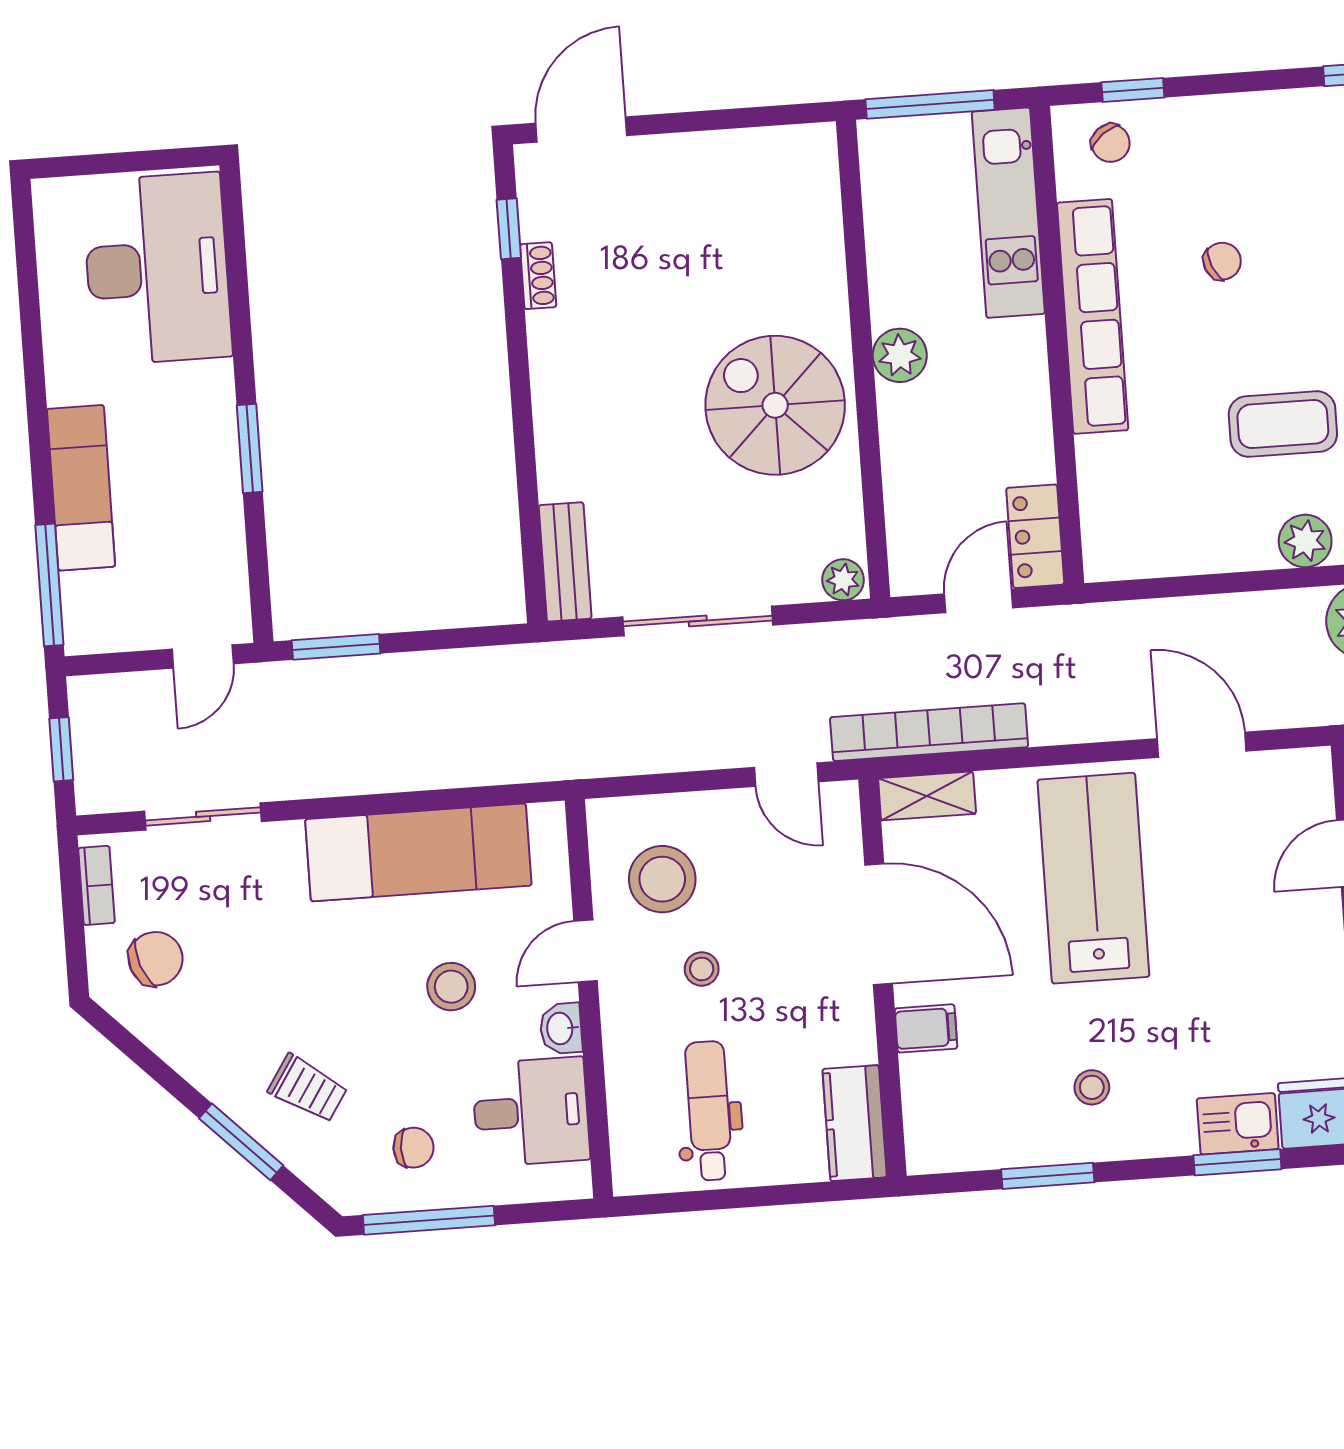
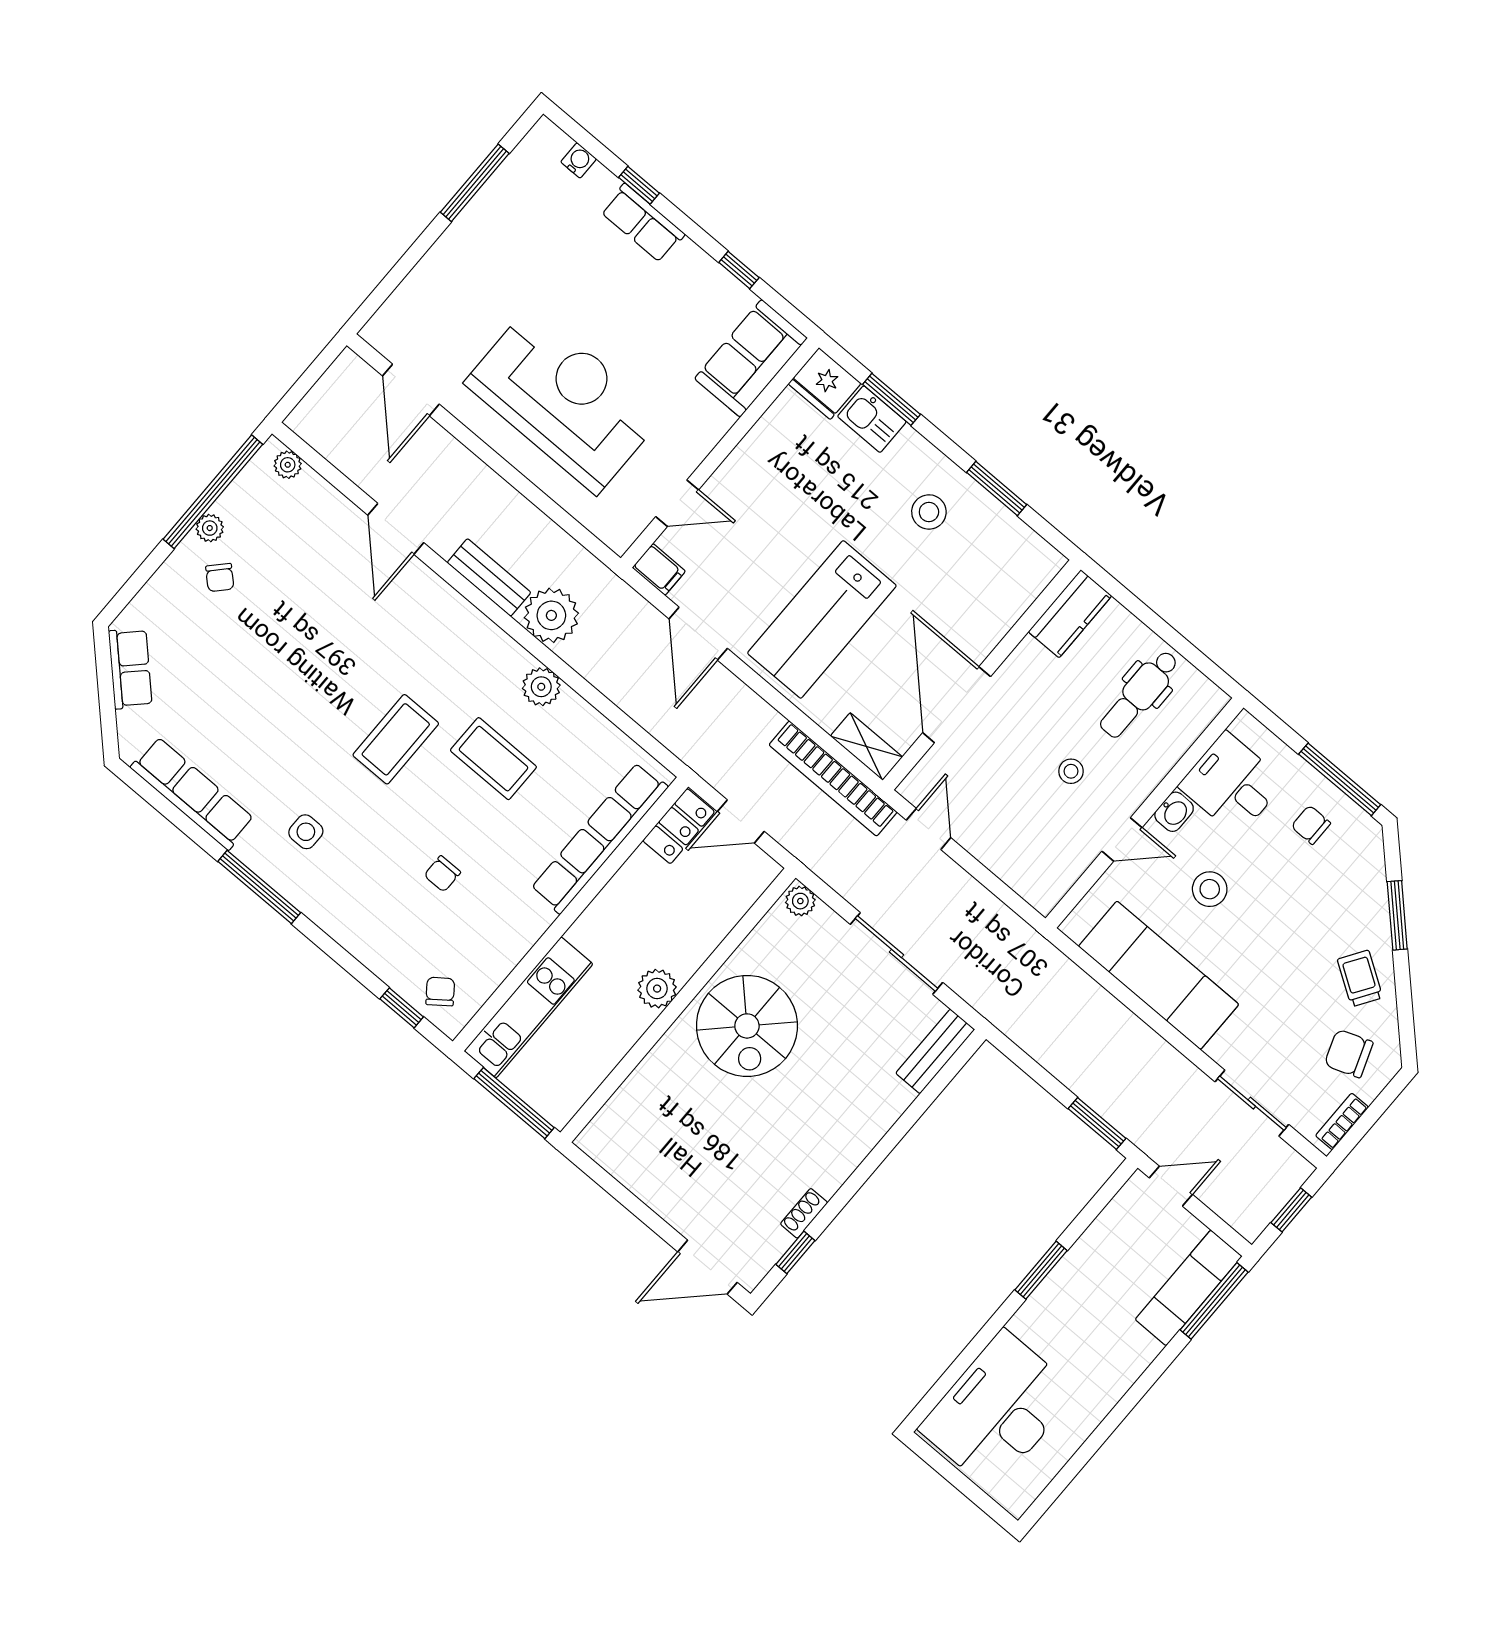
chair: (1222, 261) -> (442, 874), turned -67
row of seats: (1093, 316) -> (599, 838), moved
exam couch: (81, 488) -> (1189, 1288), moved
stool: (662, 879) -> (1046, 838), removed
filing cabinet: (926, 1028) -> (659, 569), moved, turned 180
stool: (1092, 1087) -> (929, 512), width x1.37, depth x1.37
trolley: (308, 1089) -> (1360, 978), moved

